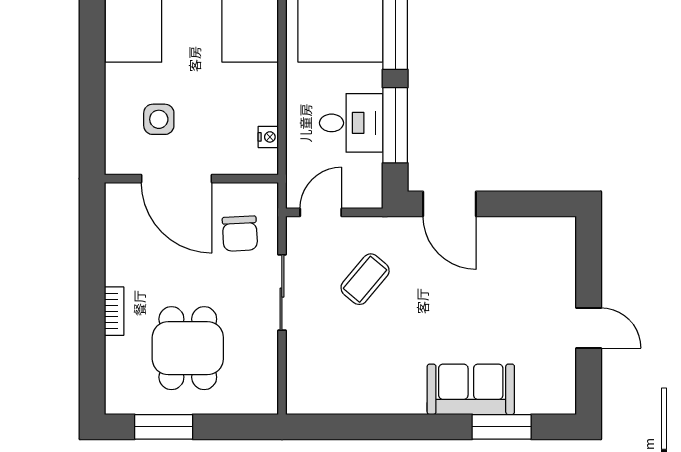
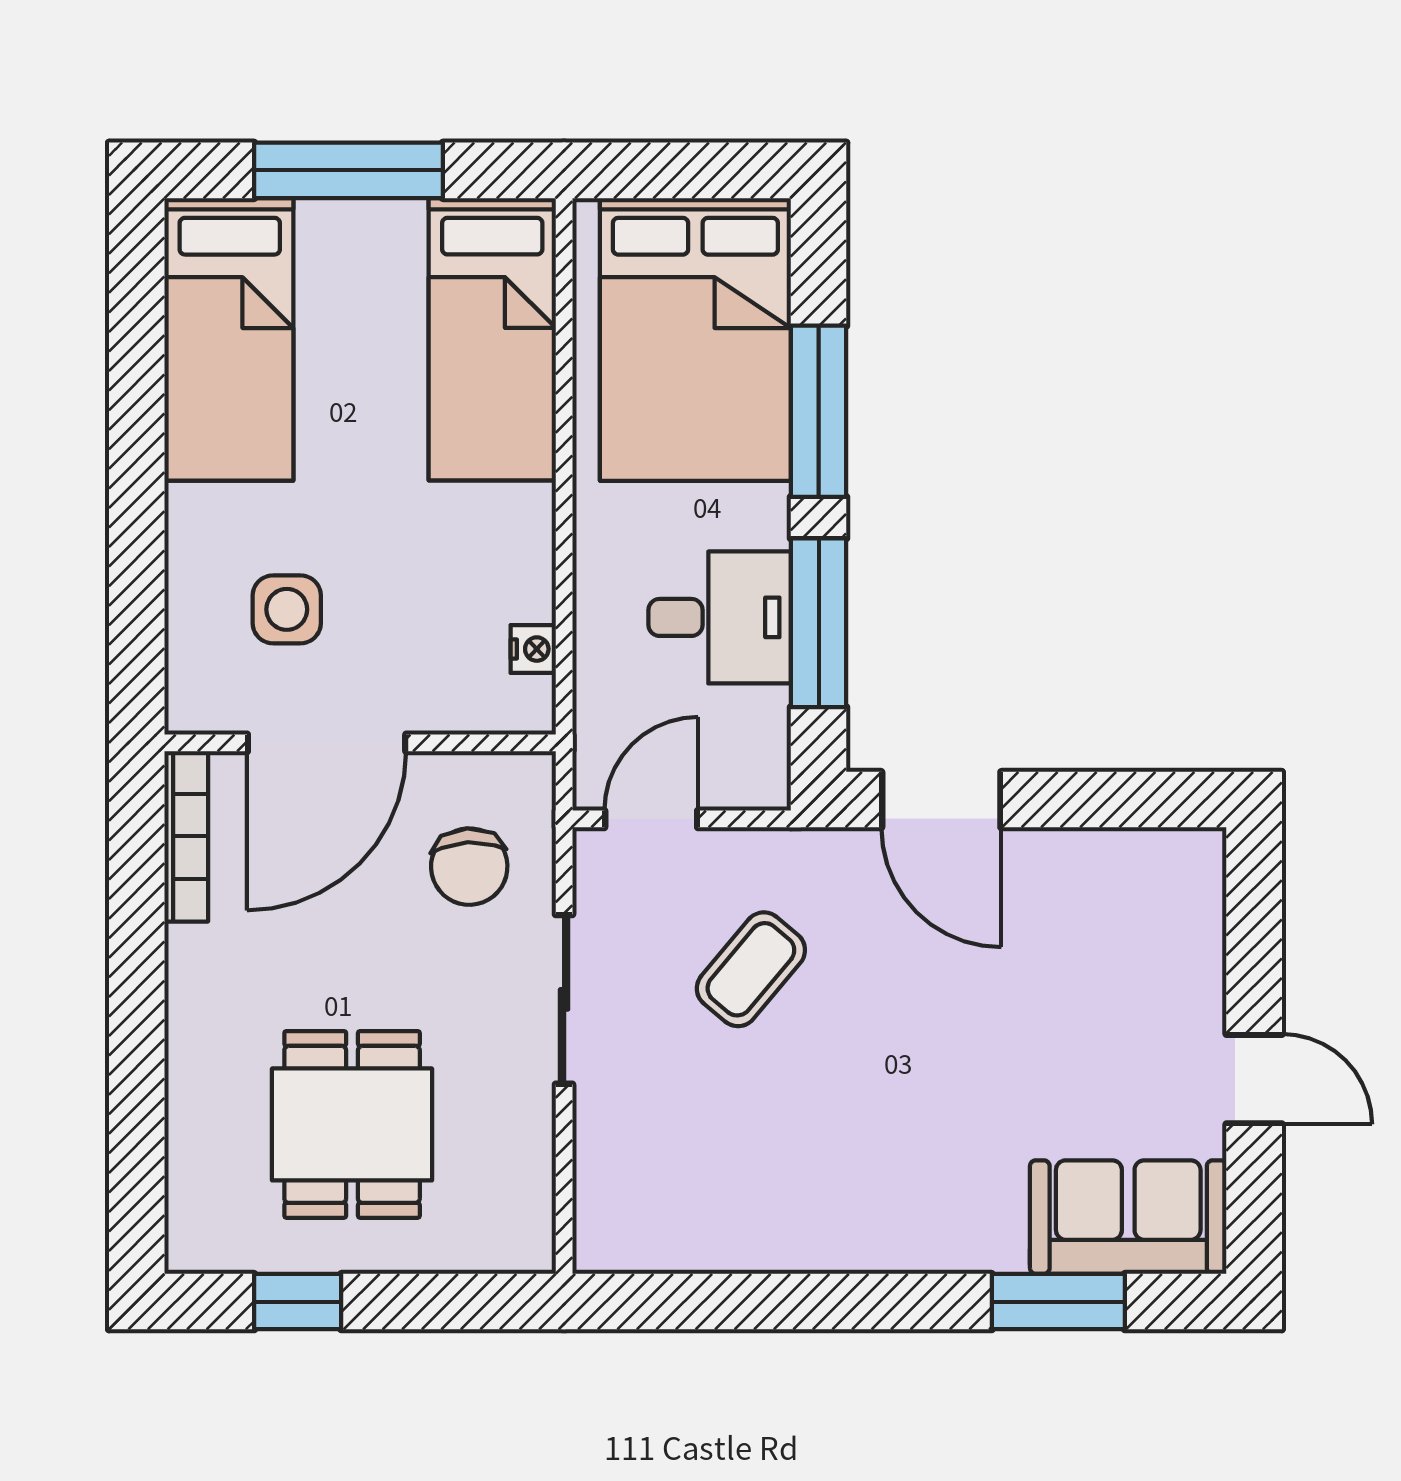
door: (176, 179) -> (327, 743), hinge flipped
bookcase: (114, 311) -> (186, 836), moved, width x1.56
sofa: (471, 389) -> (1128, 1217), moved
window: (164, 427) -> (298, 1302), width x0.67

